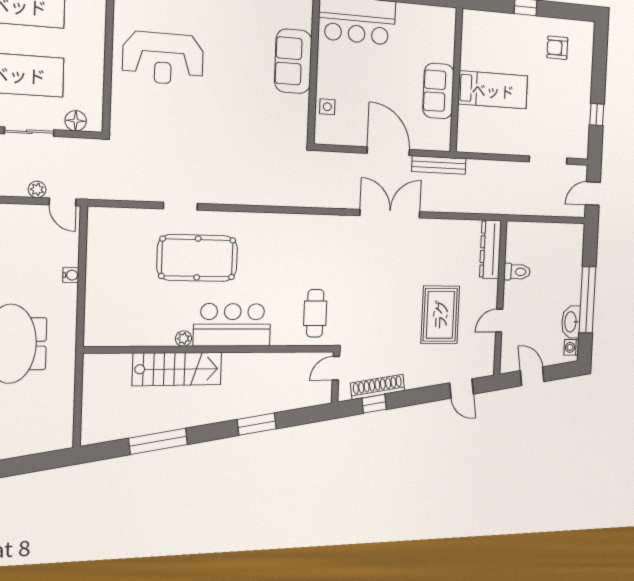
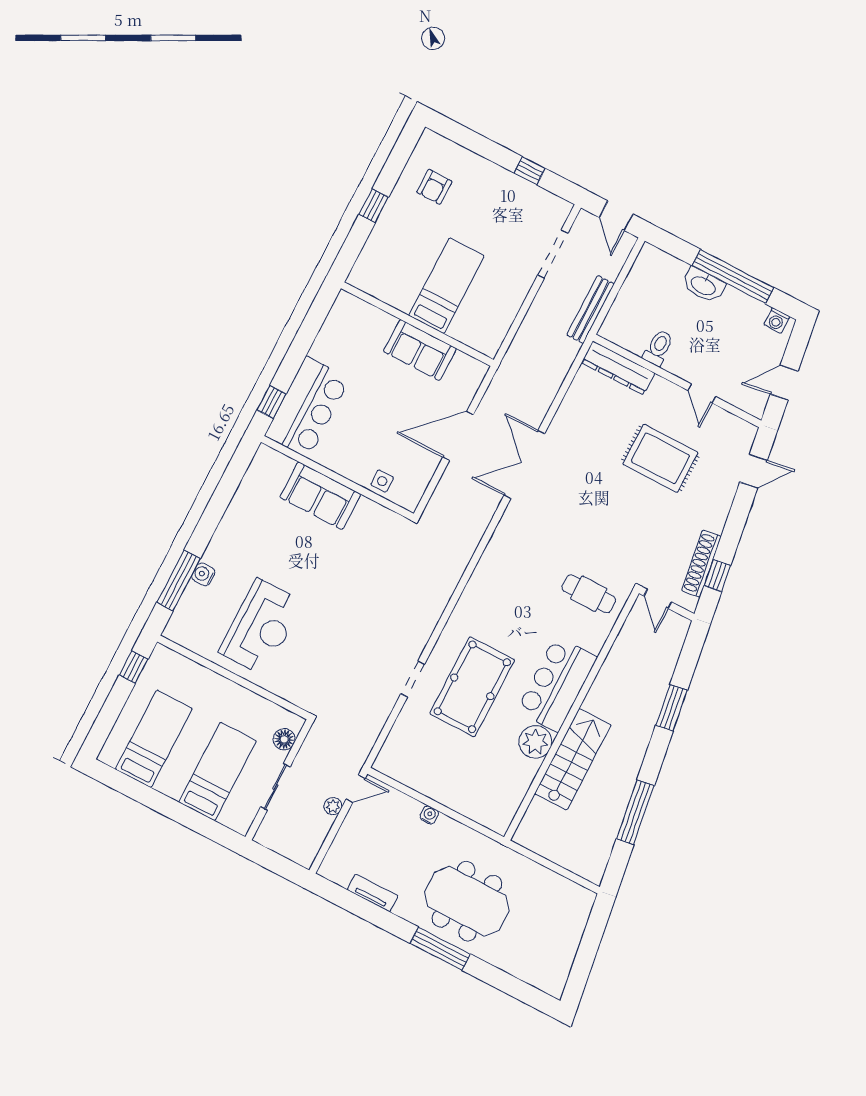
bench: (439, 165) -> (591, 310), moved
washbasin: (571, 322) -> (703, 285), moved
plant: (184, 339) -> (535, 742), width x1.88, depth x1.88

